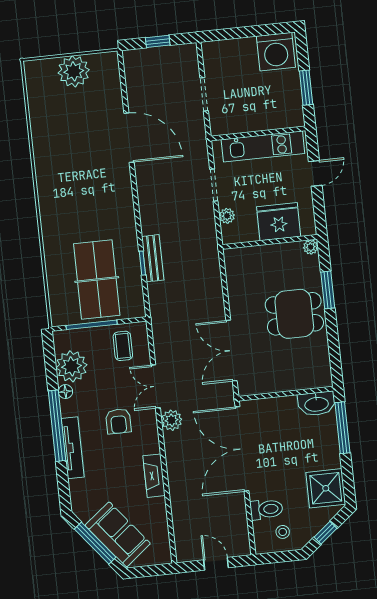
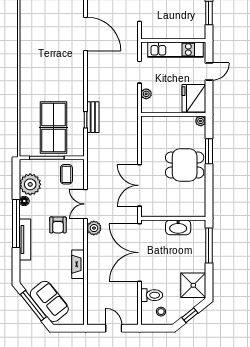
fridge: (279, 222) -> (194, 98), moved, turned -90
washbasin: (317, 404) -> (178, 227), moved

